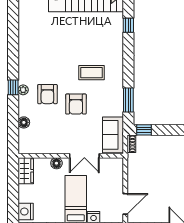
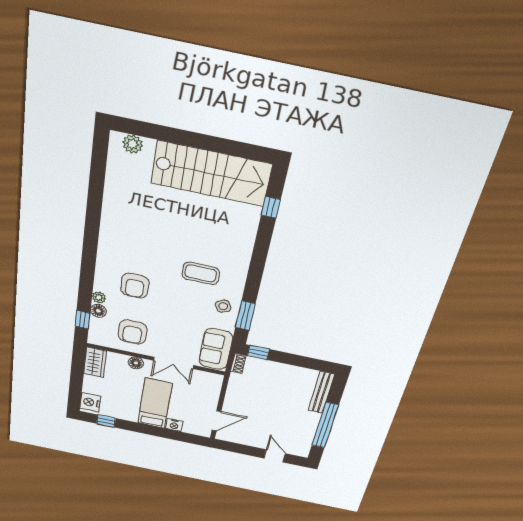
window: (128, 25) -> (271, 207), moved
window: (13, 87) -> (83, 320), moved
plant: (23, 90) -> (99, 298), moved
side table: (112, 96) -> (223, 306), added
armchair: (76, 104) -> (133, 332), moved

